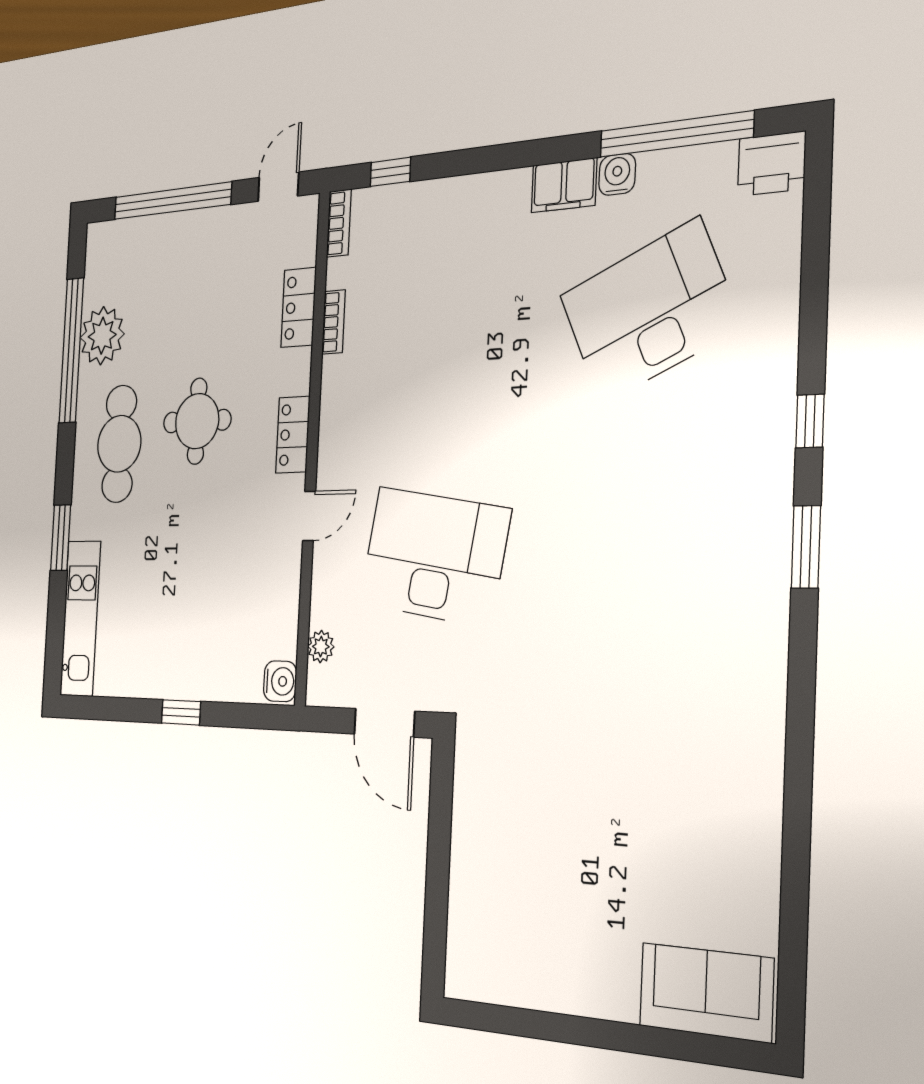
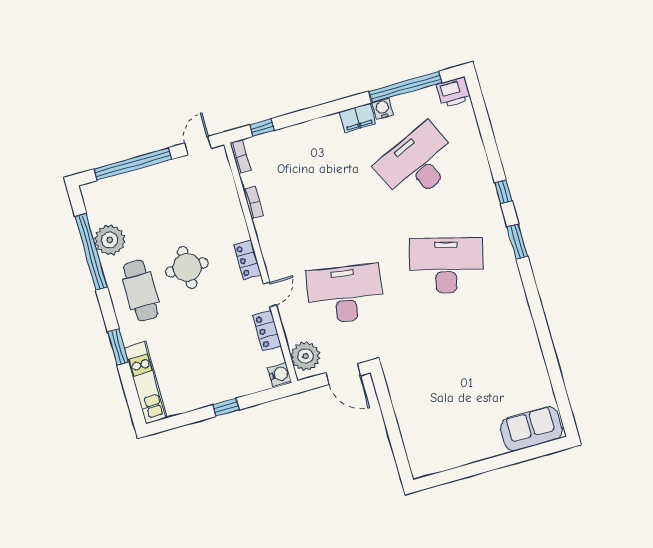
locker: (299, 307) -> (267, 331), moved
desk: (640, 556) -> (446, 265), added
plant: (321, 647) -> (305, 356), width x1.88, depth x1.88

